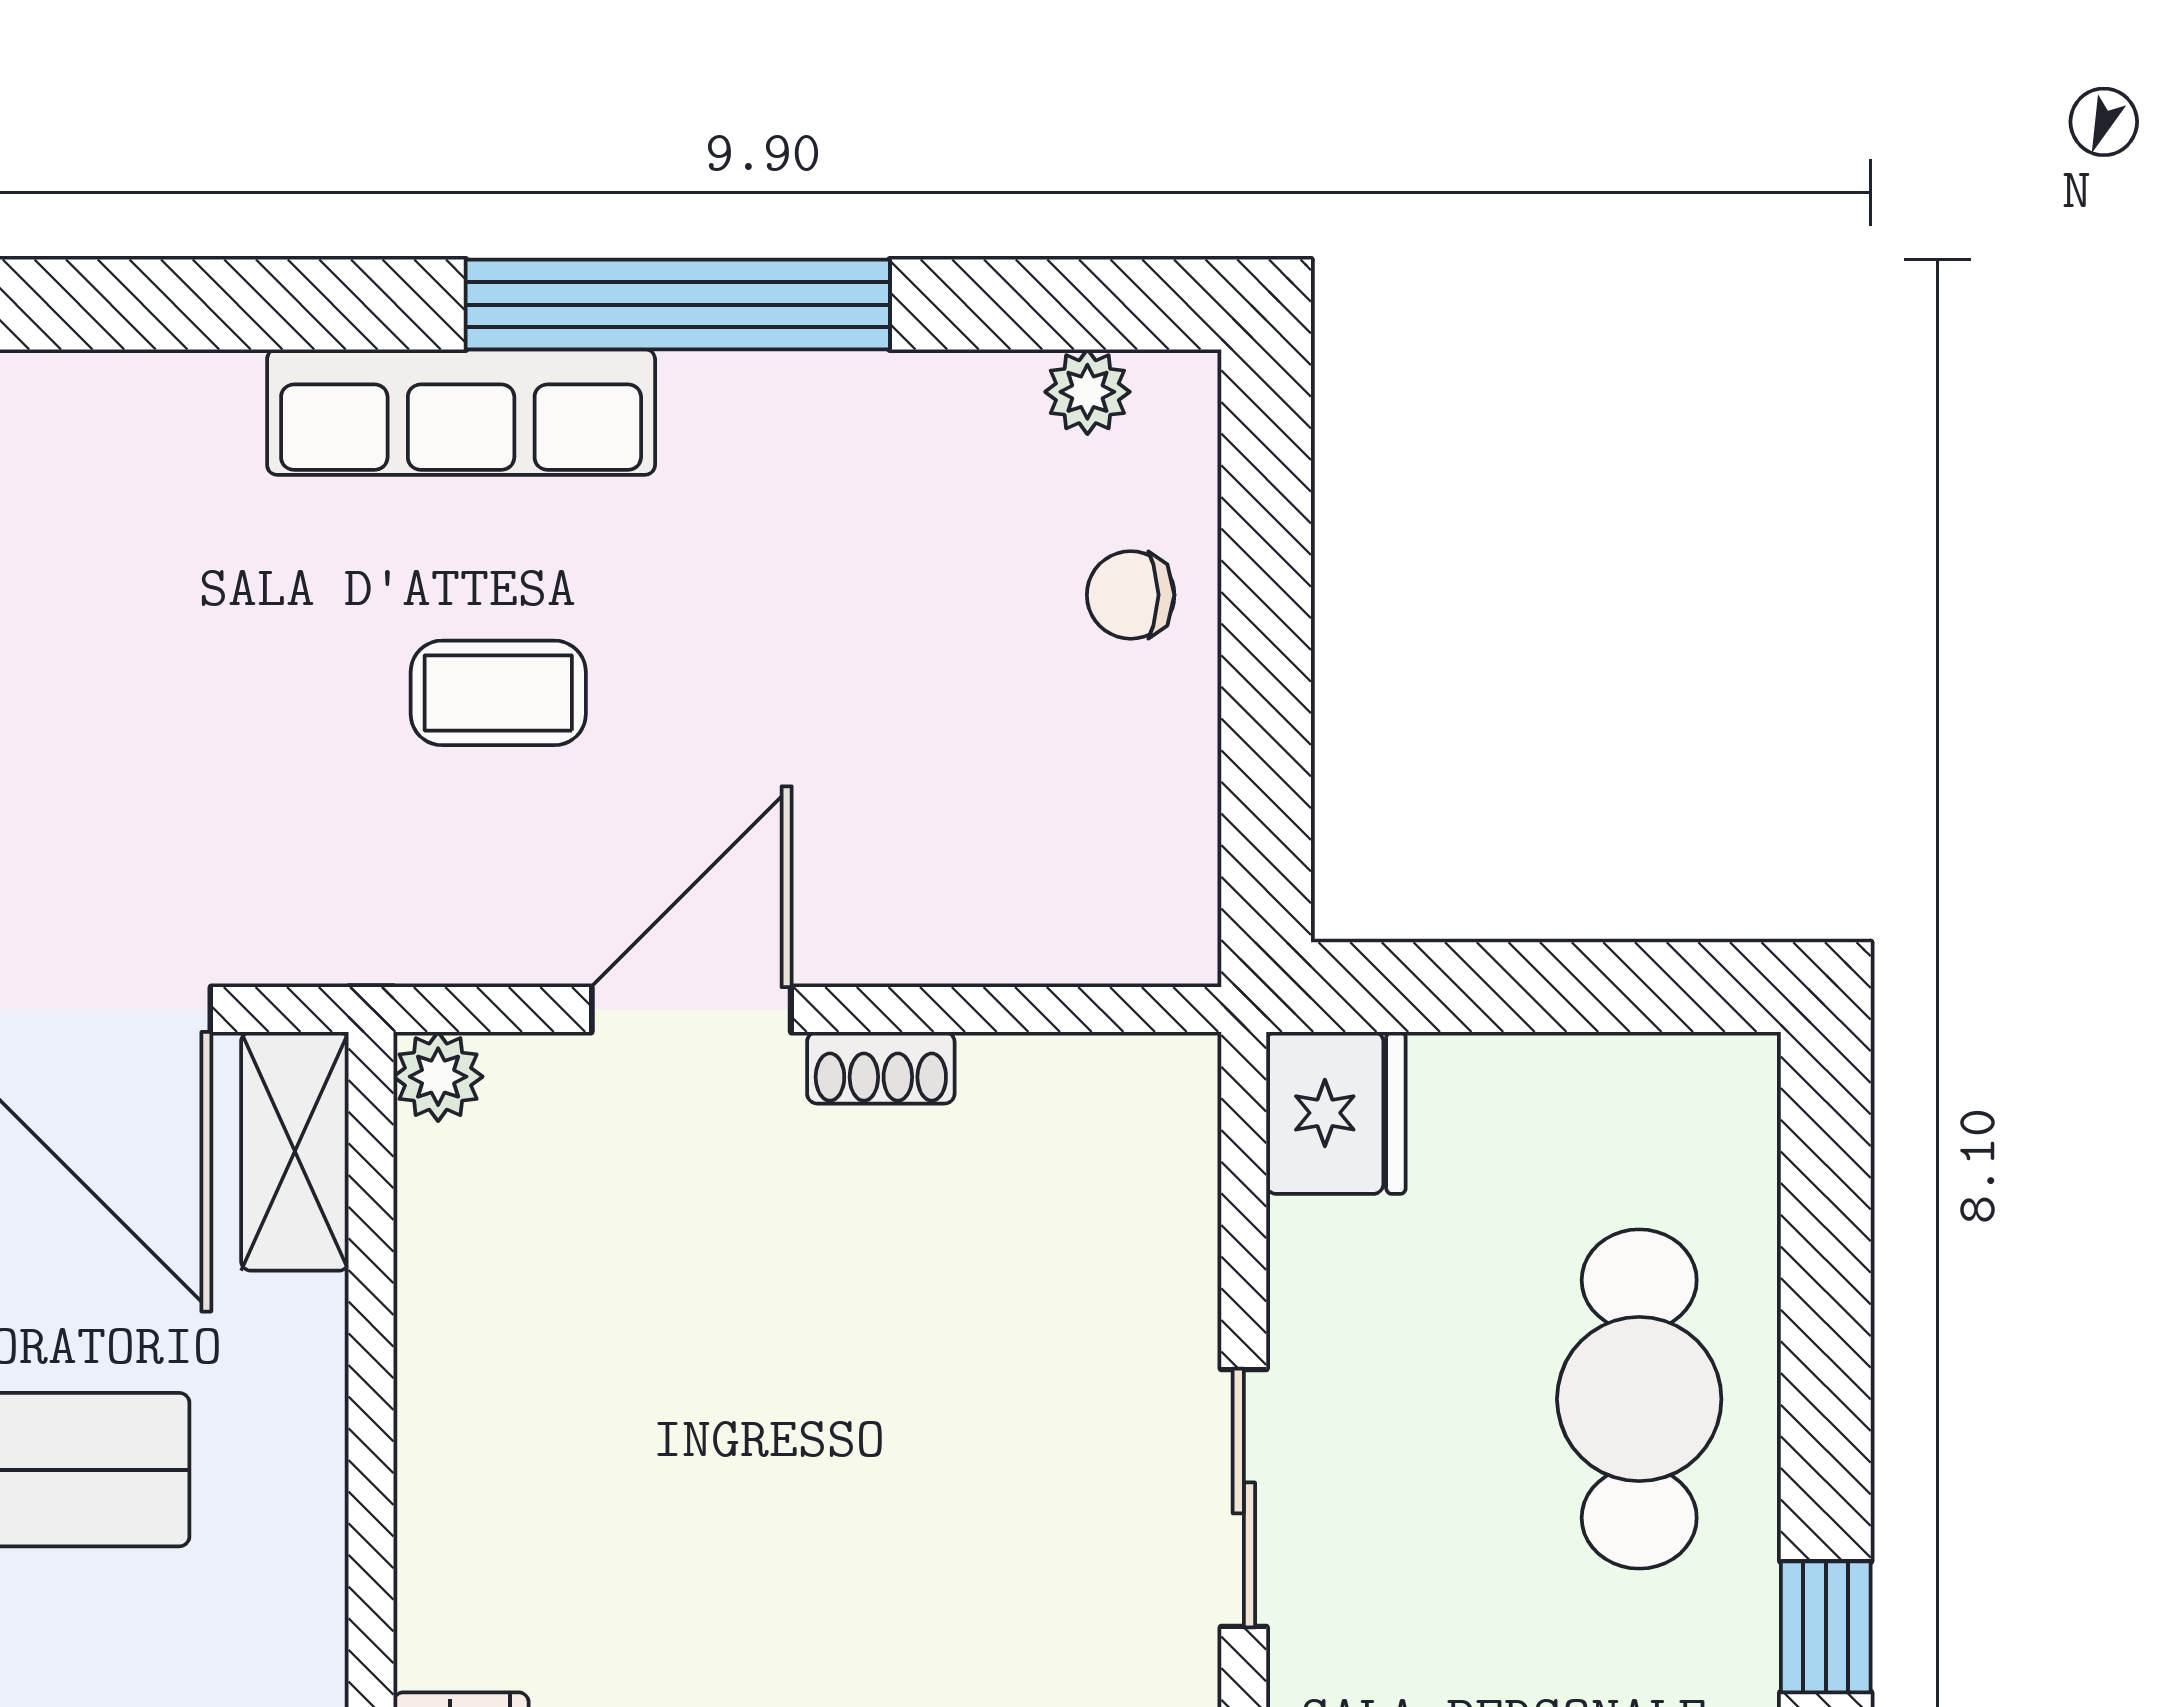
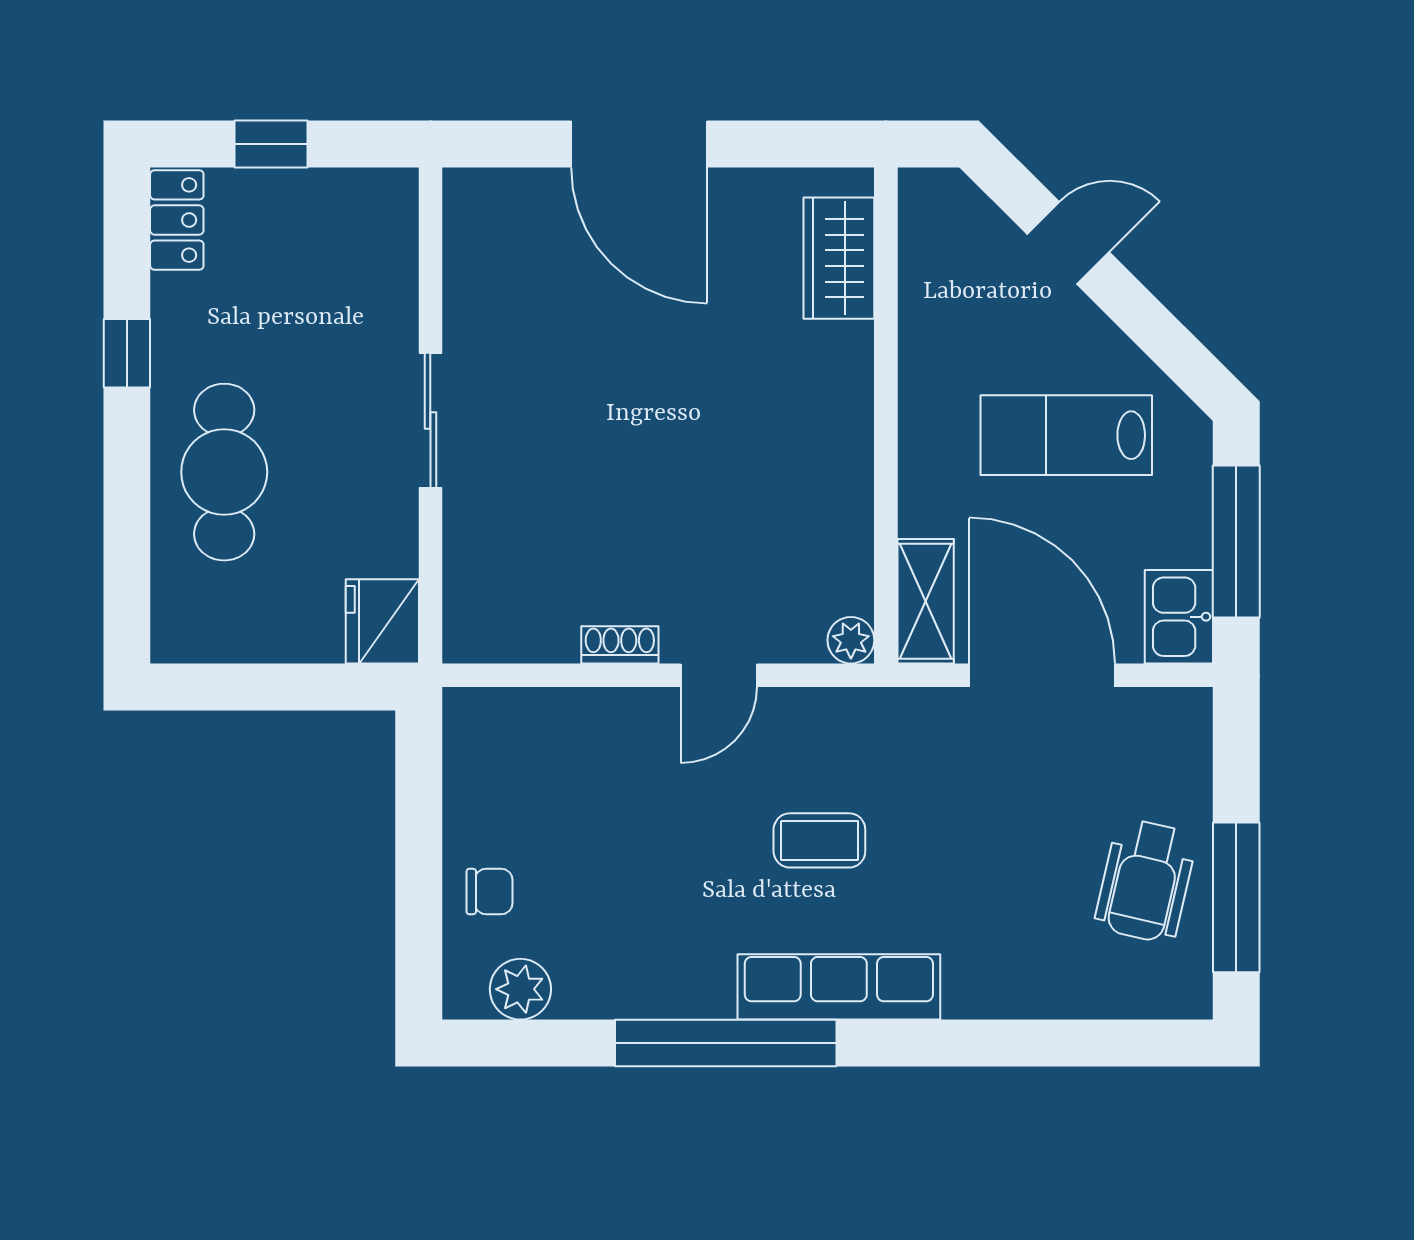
plant: (1087, 392) -> (520, 989), width x1.38, depth x1.38
door: (691, 1010) -> (719, 675), width x0.73

